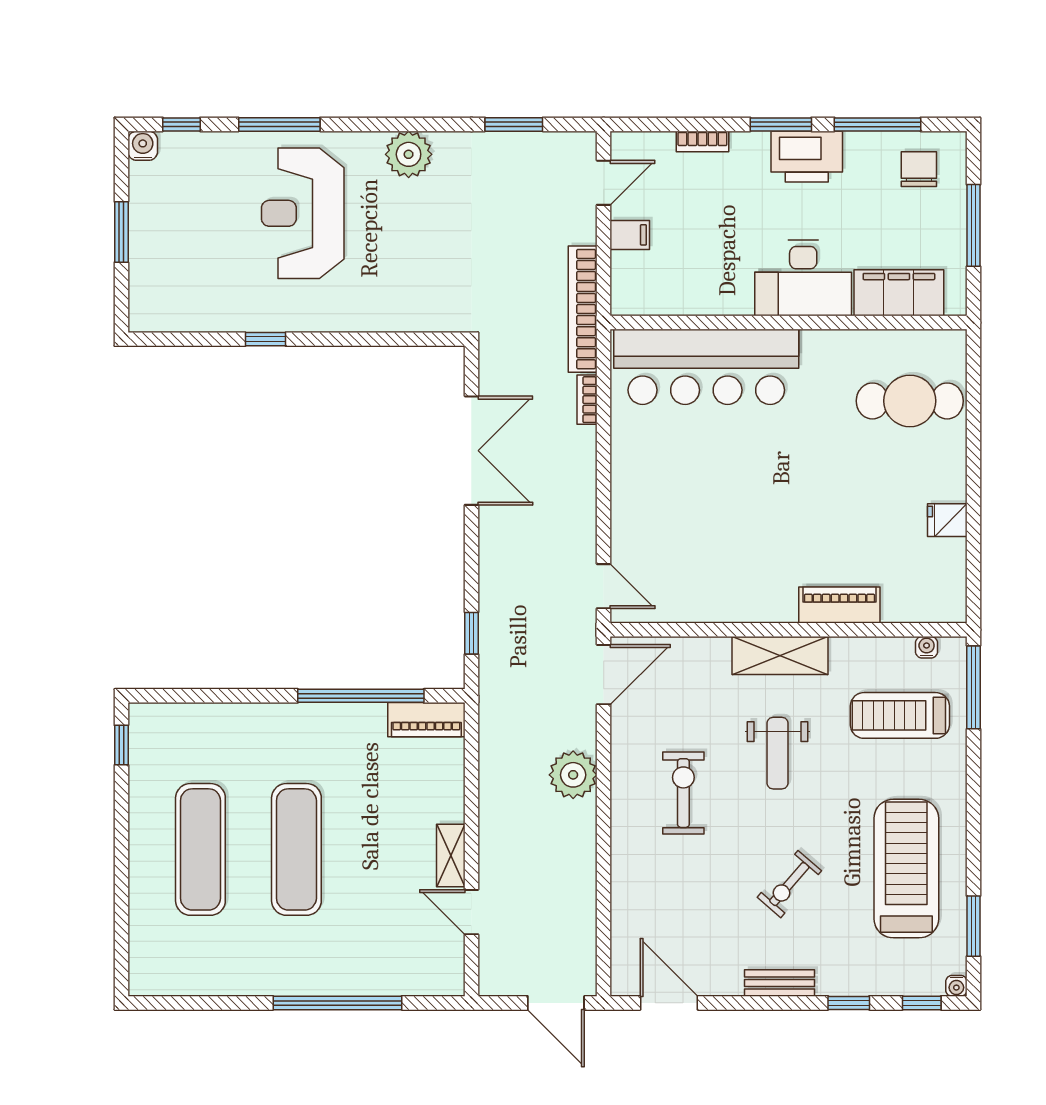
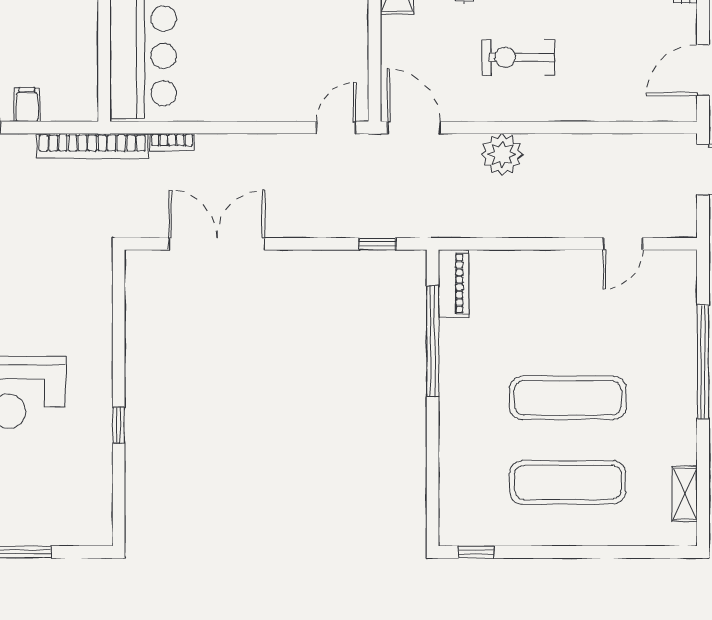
shelving: (451, 855) -> (685, 494), moved, turned 90

